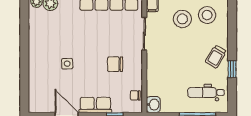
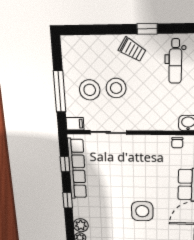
stool: (207, 15) -> (116, 88), moved
side table: (67, 64) -> (142, 211), width x1.87, depth x1.87
chair: (115, 64) -> (142, 164), removed

